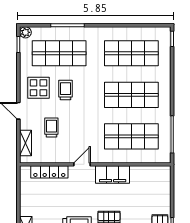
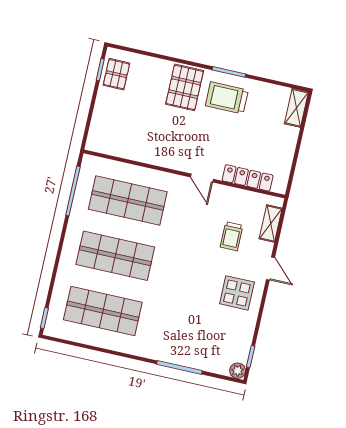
shop shelf: (59, 53) -> (199, 333), removed
trolley: (66, 90) -> (202, 282), removed
door: (82, 164) -> (202, 178), hinge flipped
filing cabinet: (113, 174) -> (164, 155), removed

